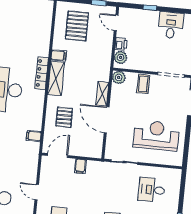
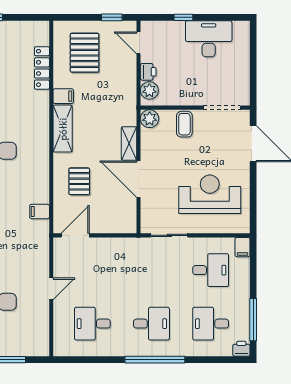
desk: (171, 25) -> (209, 39), width x1.37
locker: (42, 73) -> (42, 68), moved
filing cabinet: (80, 166) -> (242, 247), moved
desk: (152, 190) -> (211, 270), turned 180
door: (37, 192) -> (51, 289), swing flipped

